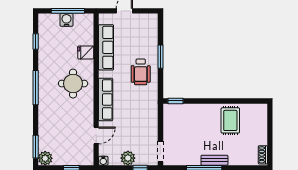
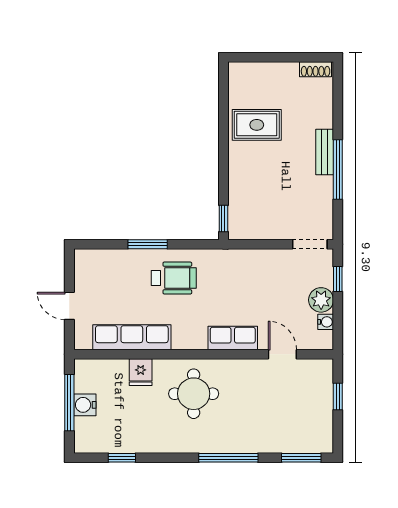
window: (36, 88) -> (228, 458), moved
row of seats: (106, 99) -> (233, 338), width x0.68
plant: (45, 158) -> (321, 441), removed
water cooler: (103, 161) -> (326, 322), moved

